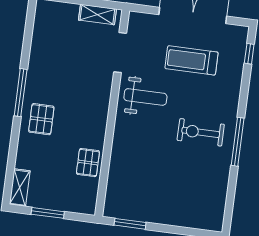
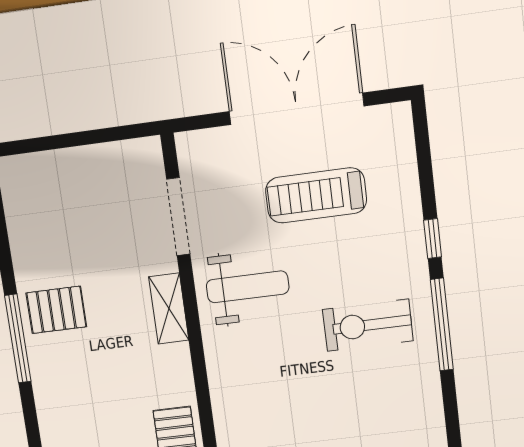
shelving: (97, 15) -> (169, 309), moved, turned 90
window: (249, 54) -> (433, 239), moved
pallet: (41, 119) -> (56, 310), moved, turned 90

